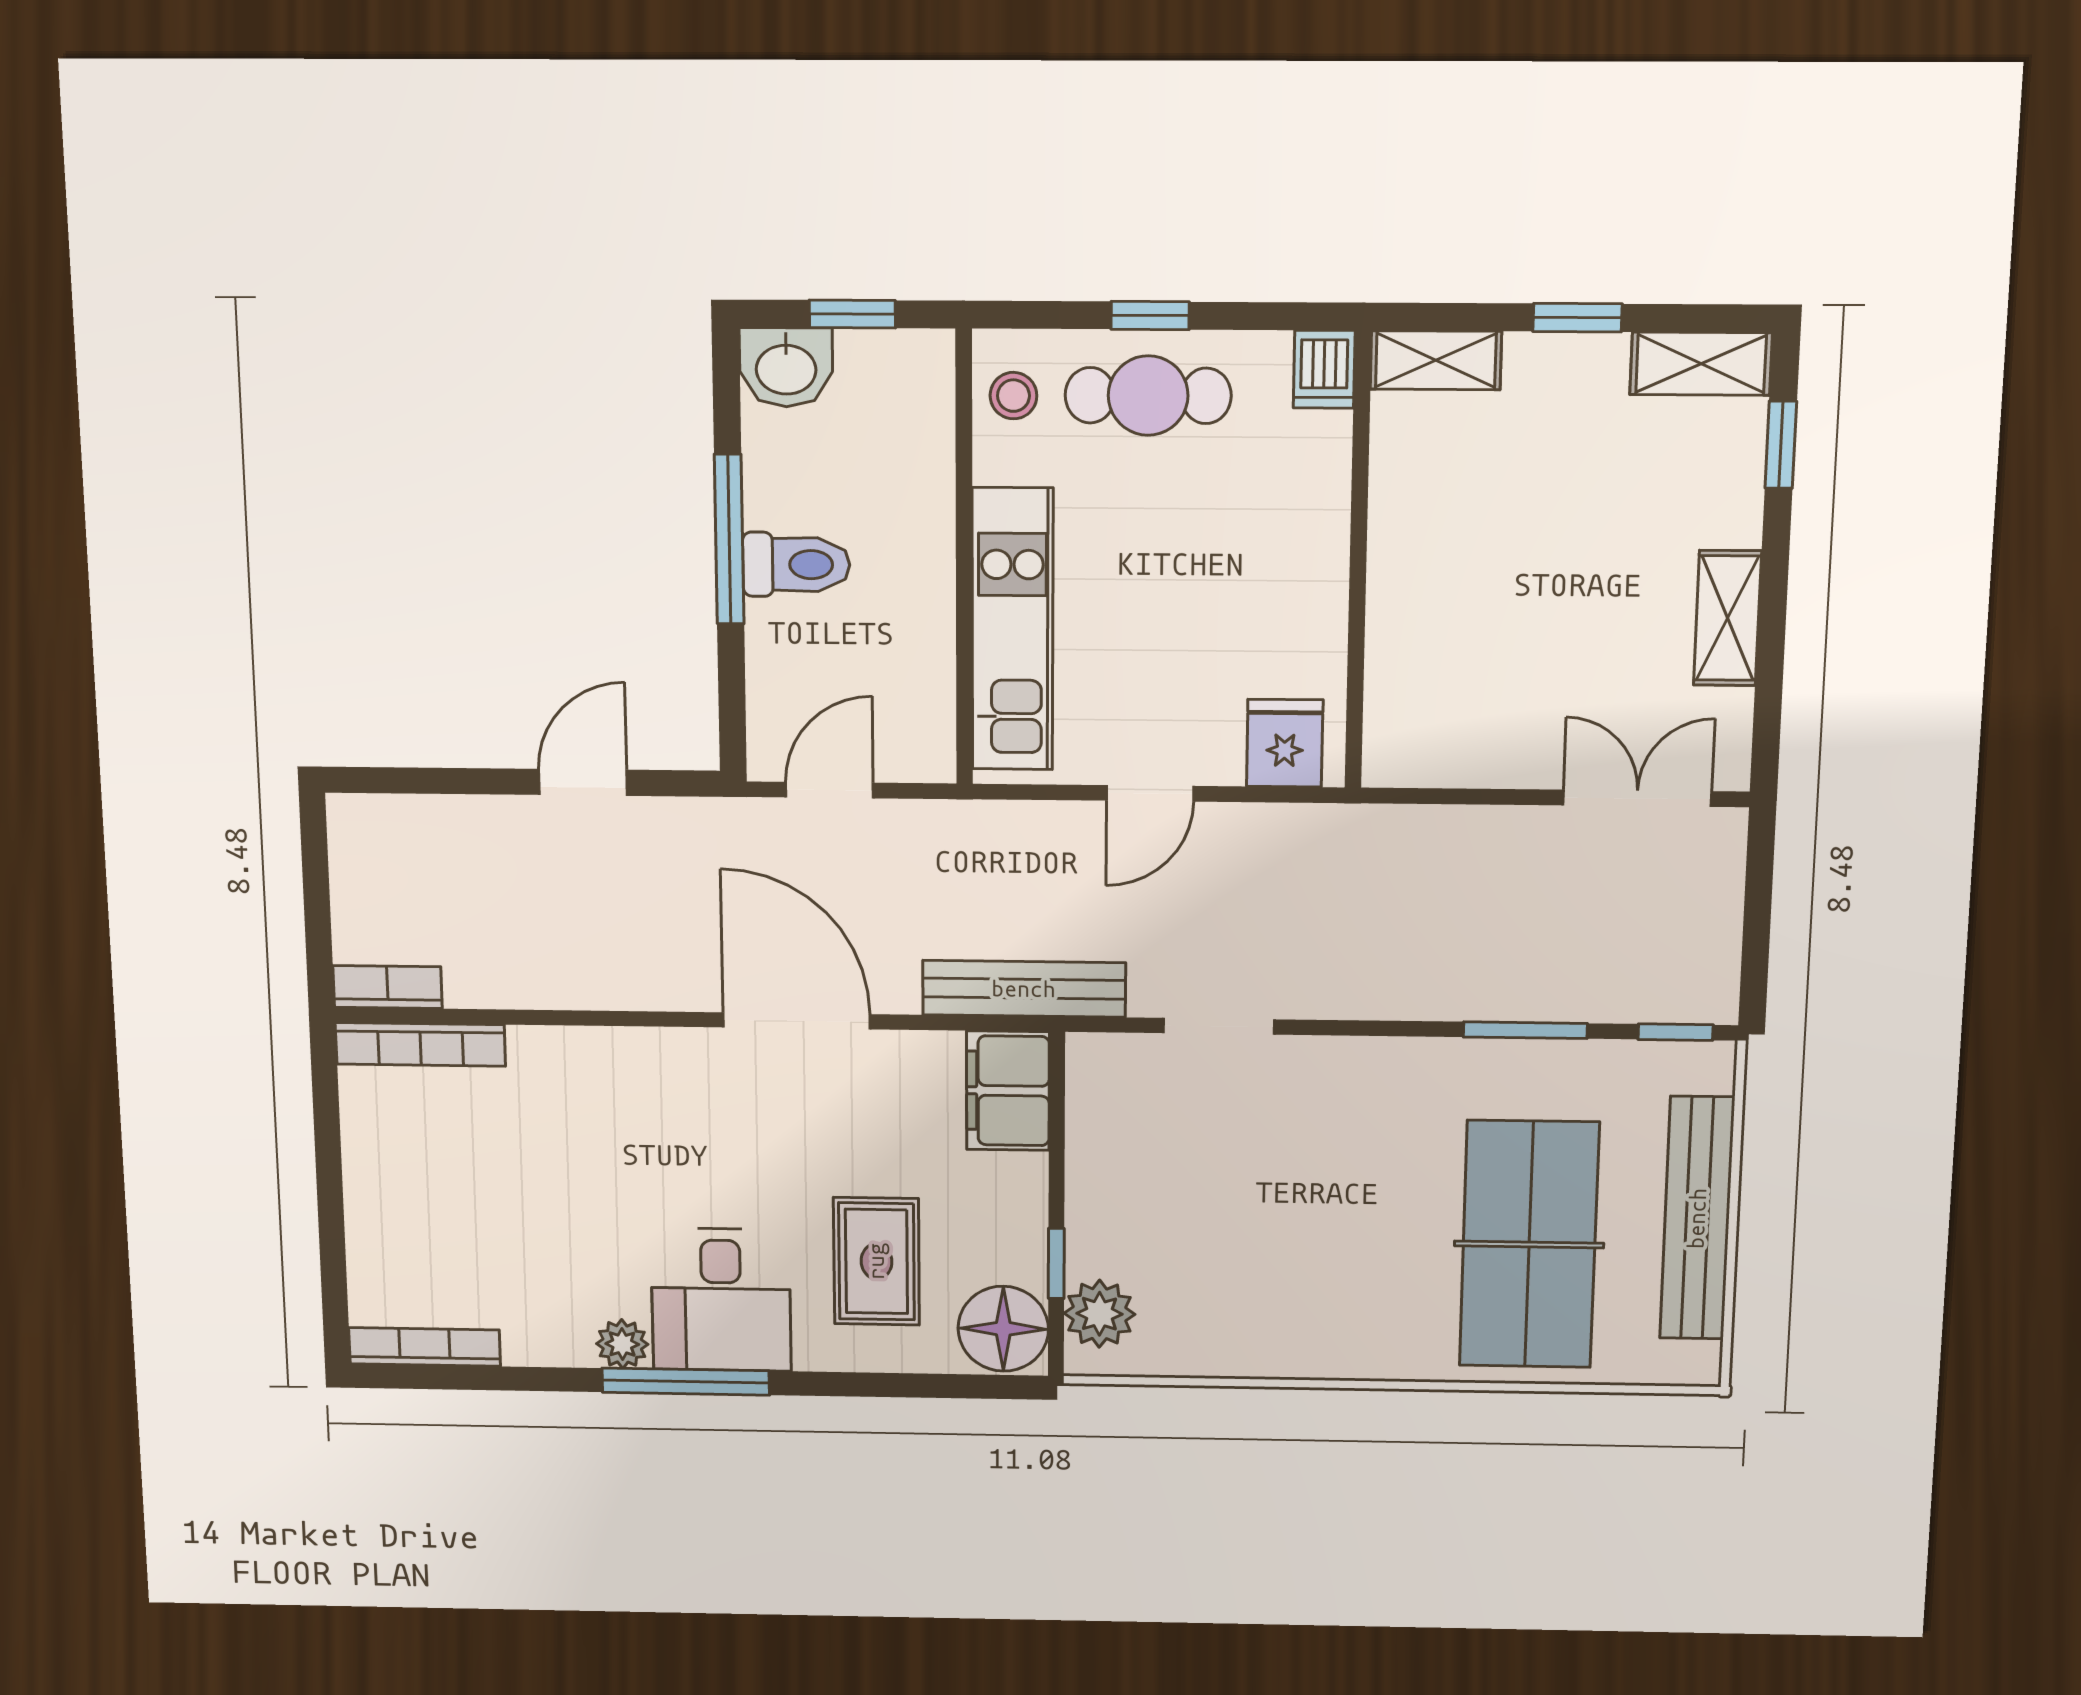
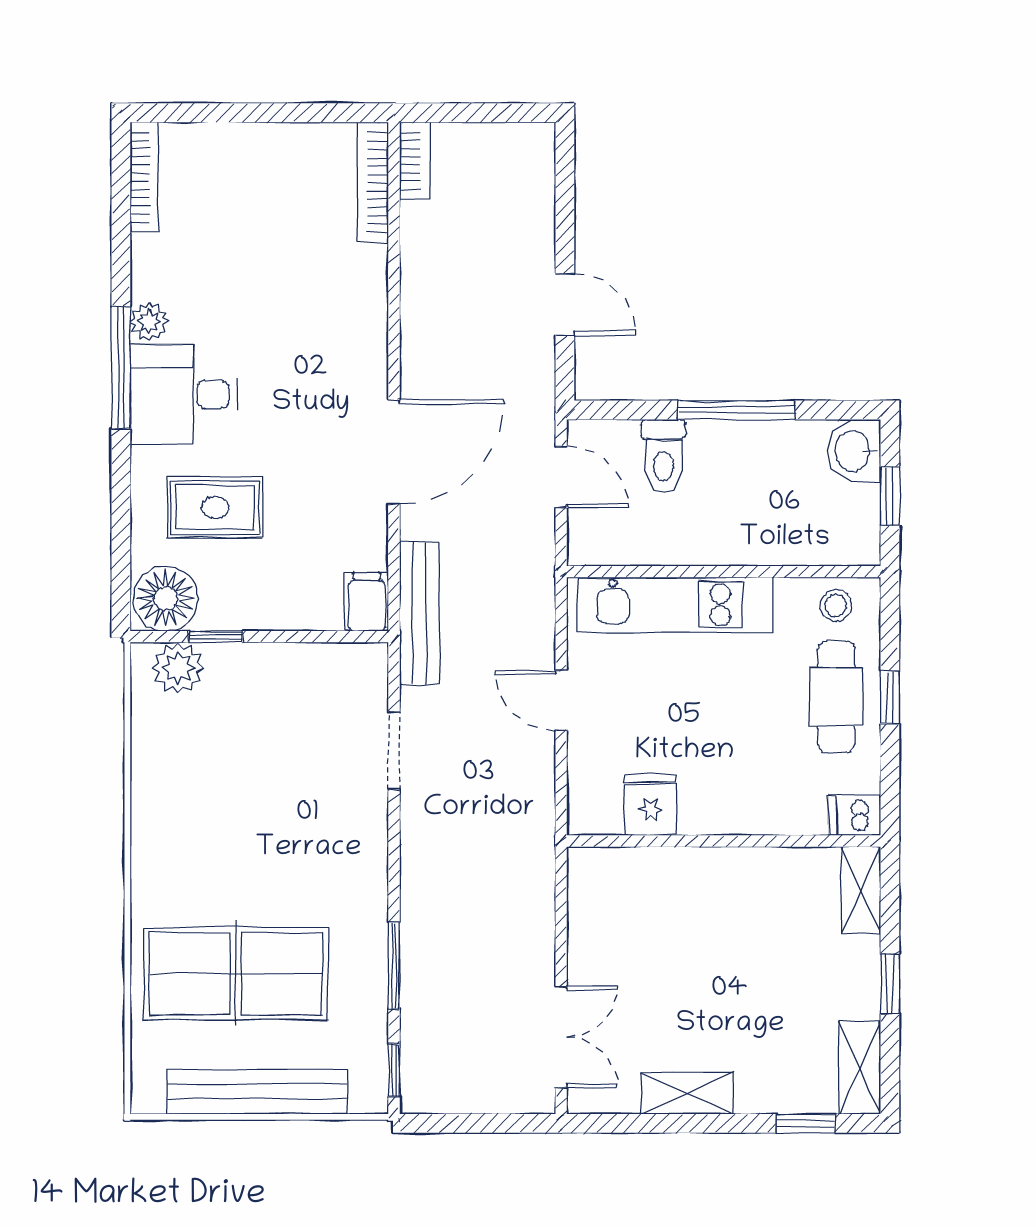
toilet: (796, 565) -> (663, 456), moved
fridge: (1285, 743) -> (650, 805), moved, turned -90
filing cabinet: (1008, 1091) -> (366, 602), width x0.50

